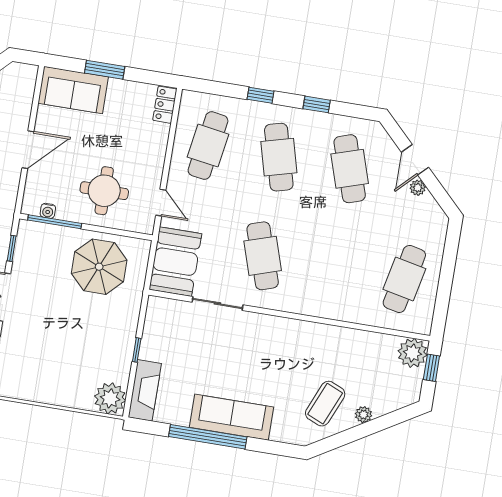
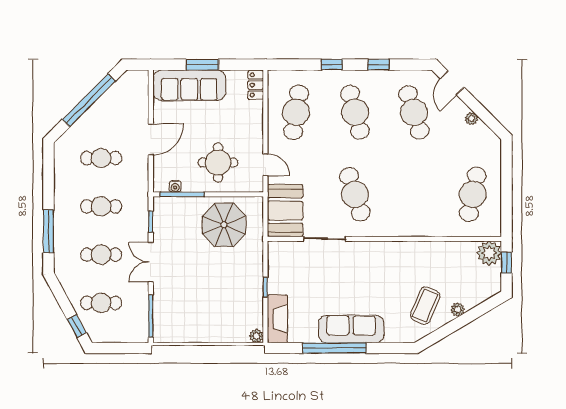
sofa: (73, 90) -> (189, 85), width x1.36
door: (415, 160) -> (452, 83), moved
plant: (110, 398) -> (256, 336), width x0.53, depth x0.53

